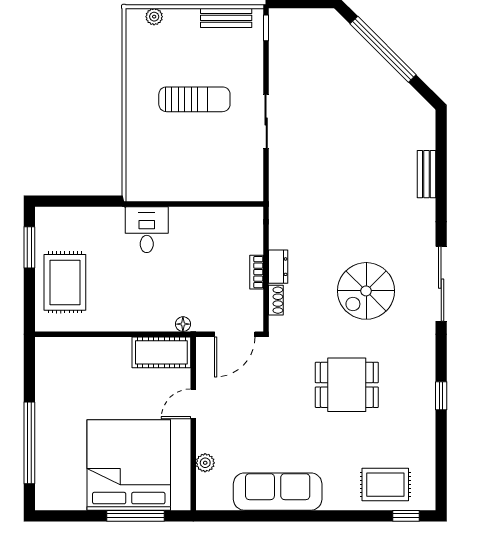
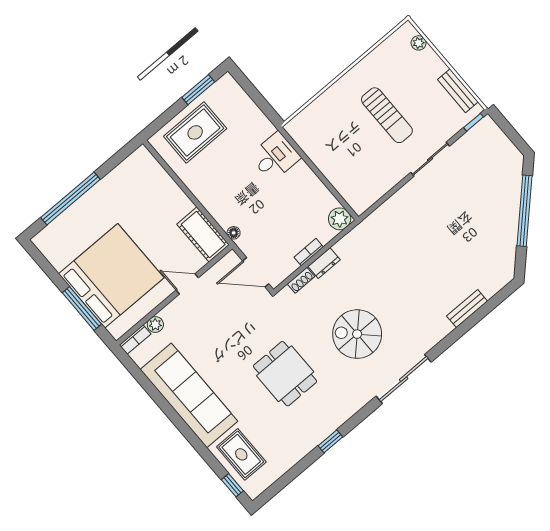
sliding door: (266, 121) -> (430, 159), moved
plant: (251, 220) -> (340, 219), added
bookcase: (203, 492) -> (135, 339), added
sofa: (278, 492) -> (189, 395), width x1.36, depth x1.27

